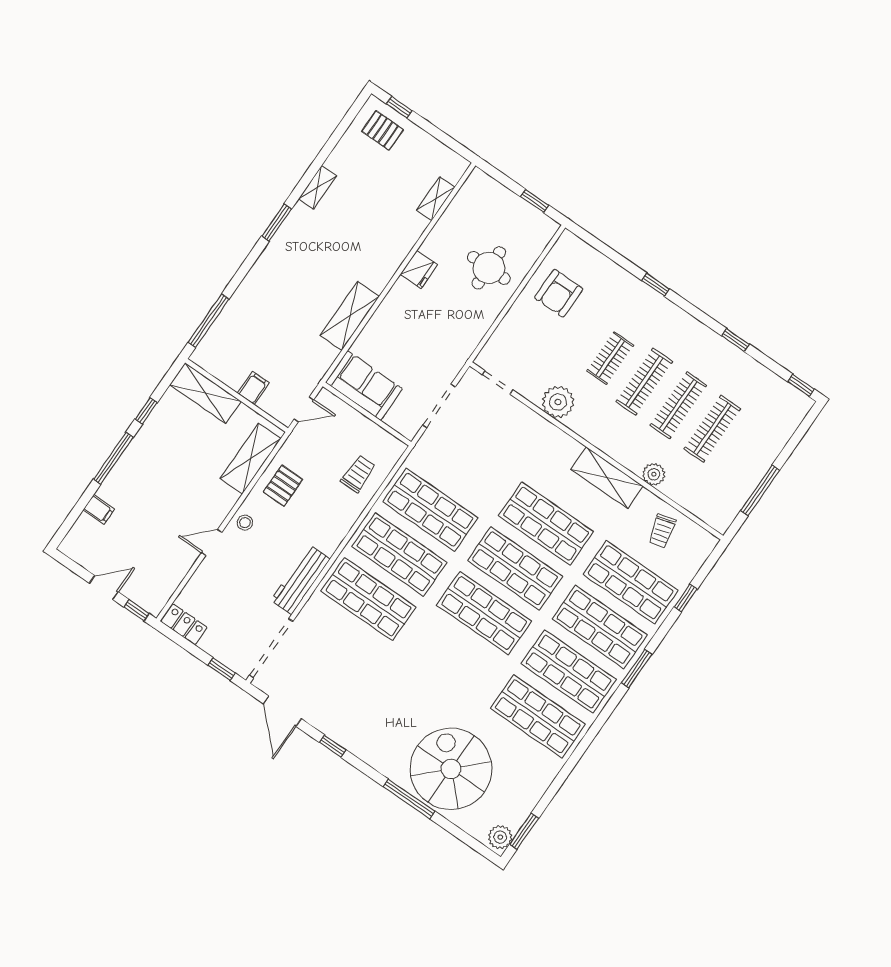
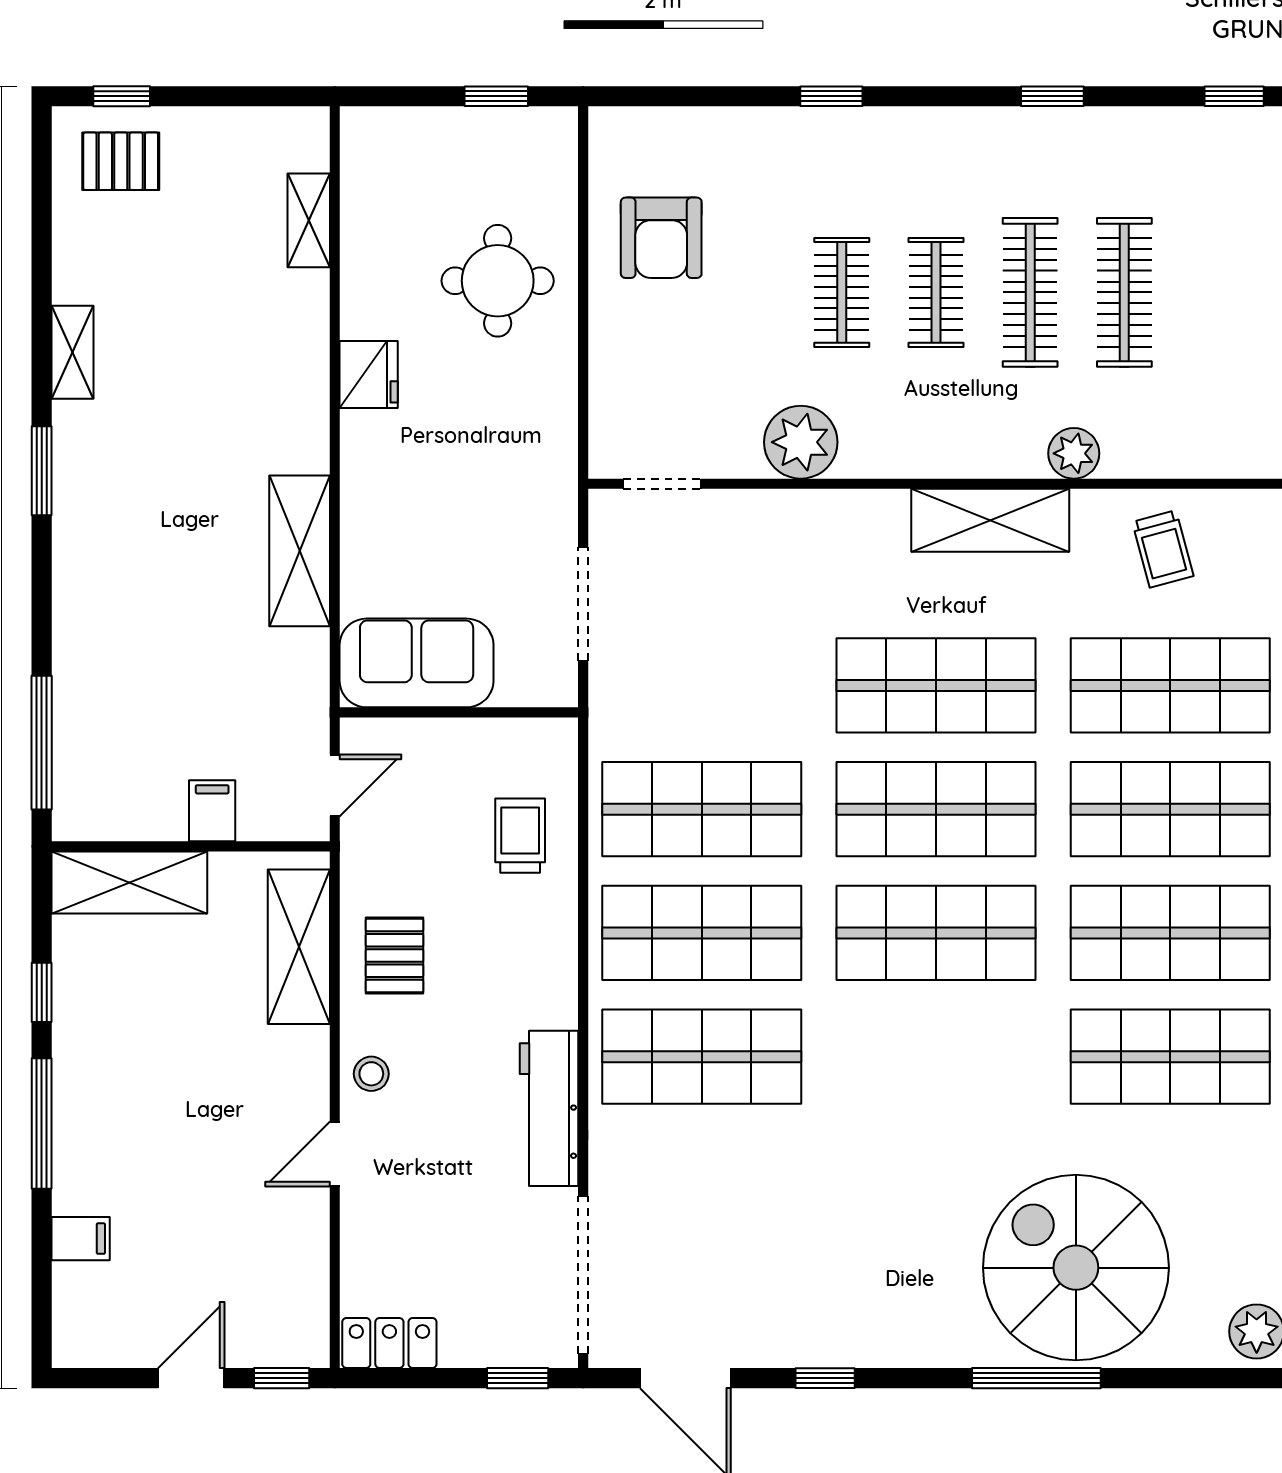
clothes rail: (644, 382) -> (936, 292), width x0.73

